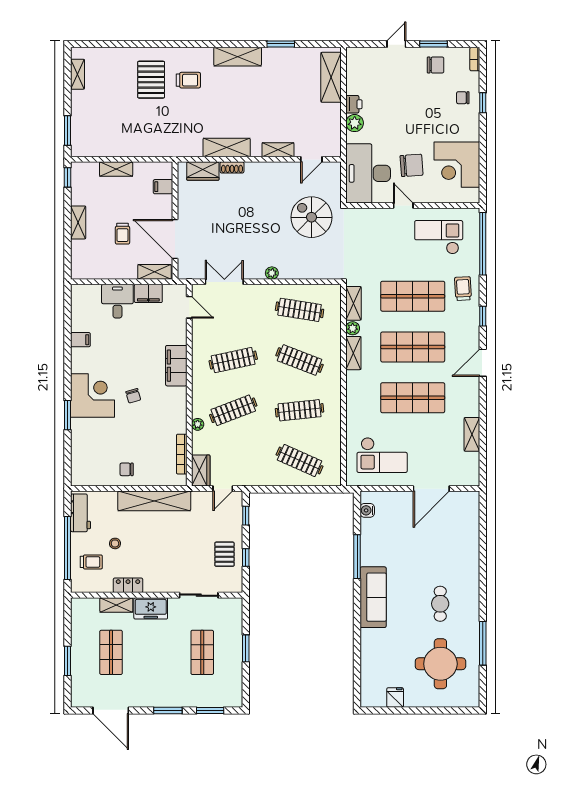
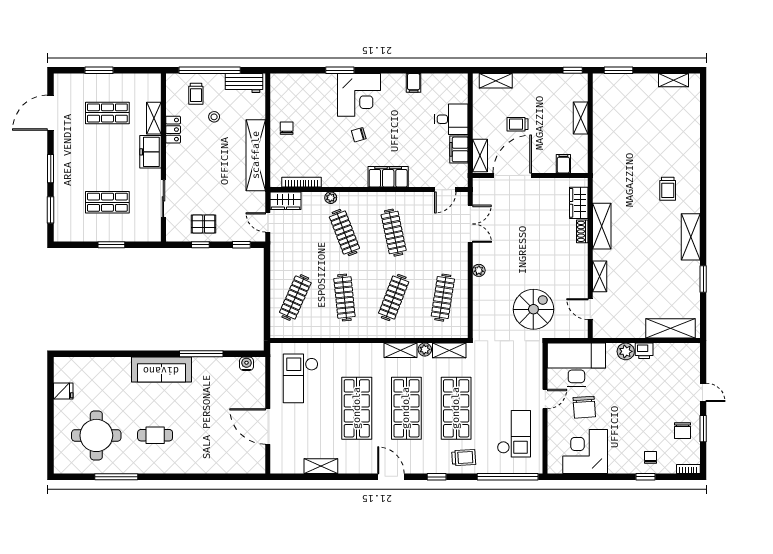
pallet: (151, 80) -> (668, 152), removed
shelving: (78, 222) -> (496, 81), moved

